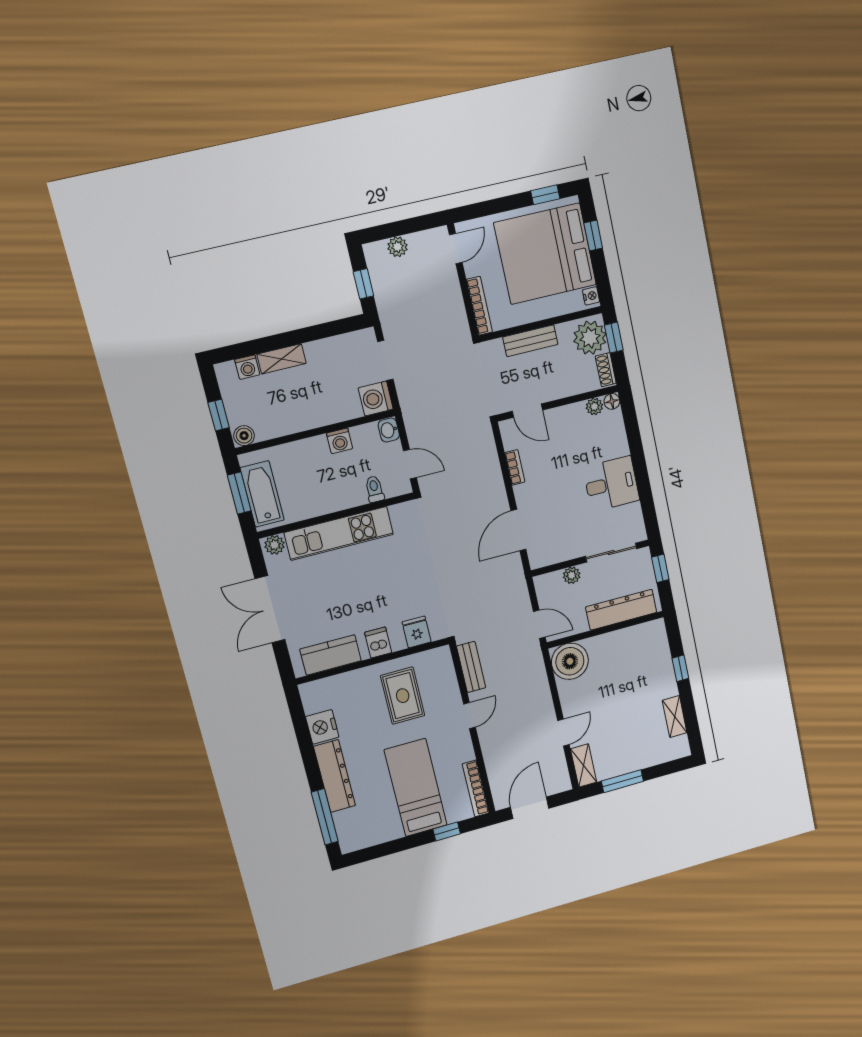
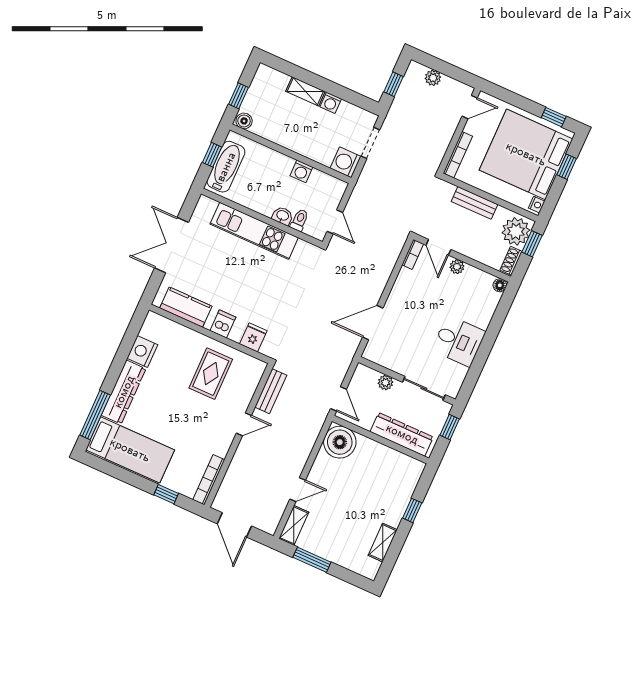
washing machine: (247, 367) -> (331, 103), moved
plant: (594, 406) -> (457, 267), moved
washbasin: (389, 430) -> (282, 216), moved, turned 90
bookcase: (515, 467) -> (413, 254), moved
window: (239, 493) -> (212, 155), width x0.67
plant: (275, 545) -> (208, 206), removed
bed: (416, 788) -> (130, 450), moved, turned 90
door: (530, 808) -> (234, 525), swing flipped

